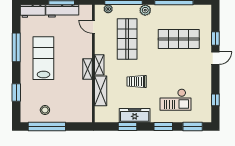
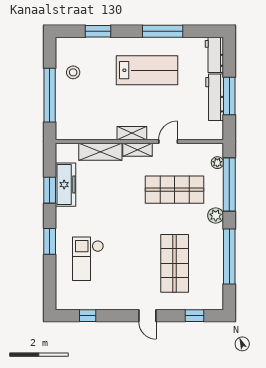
door: (93, 27) -> (168, 141), moved
window: (215, 39) -> (195, 316), moved
trolley: (137, 81) -> (114, 203), removed
freezer: (135, 115) -> (66, 185), moved
window: (47, 127) -> (50, 95), moved
window: (193, 127) -> (50, 283), removed

